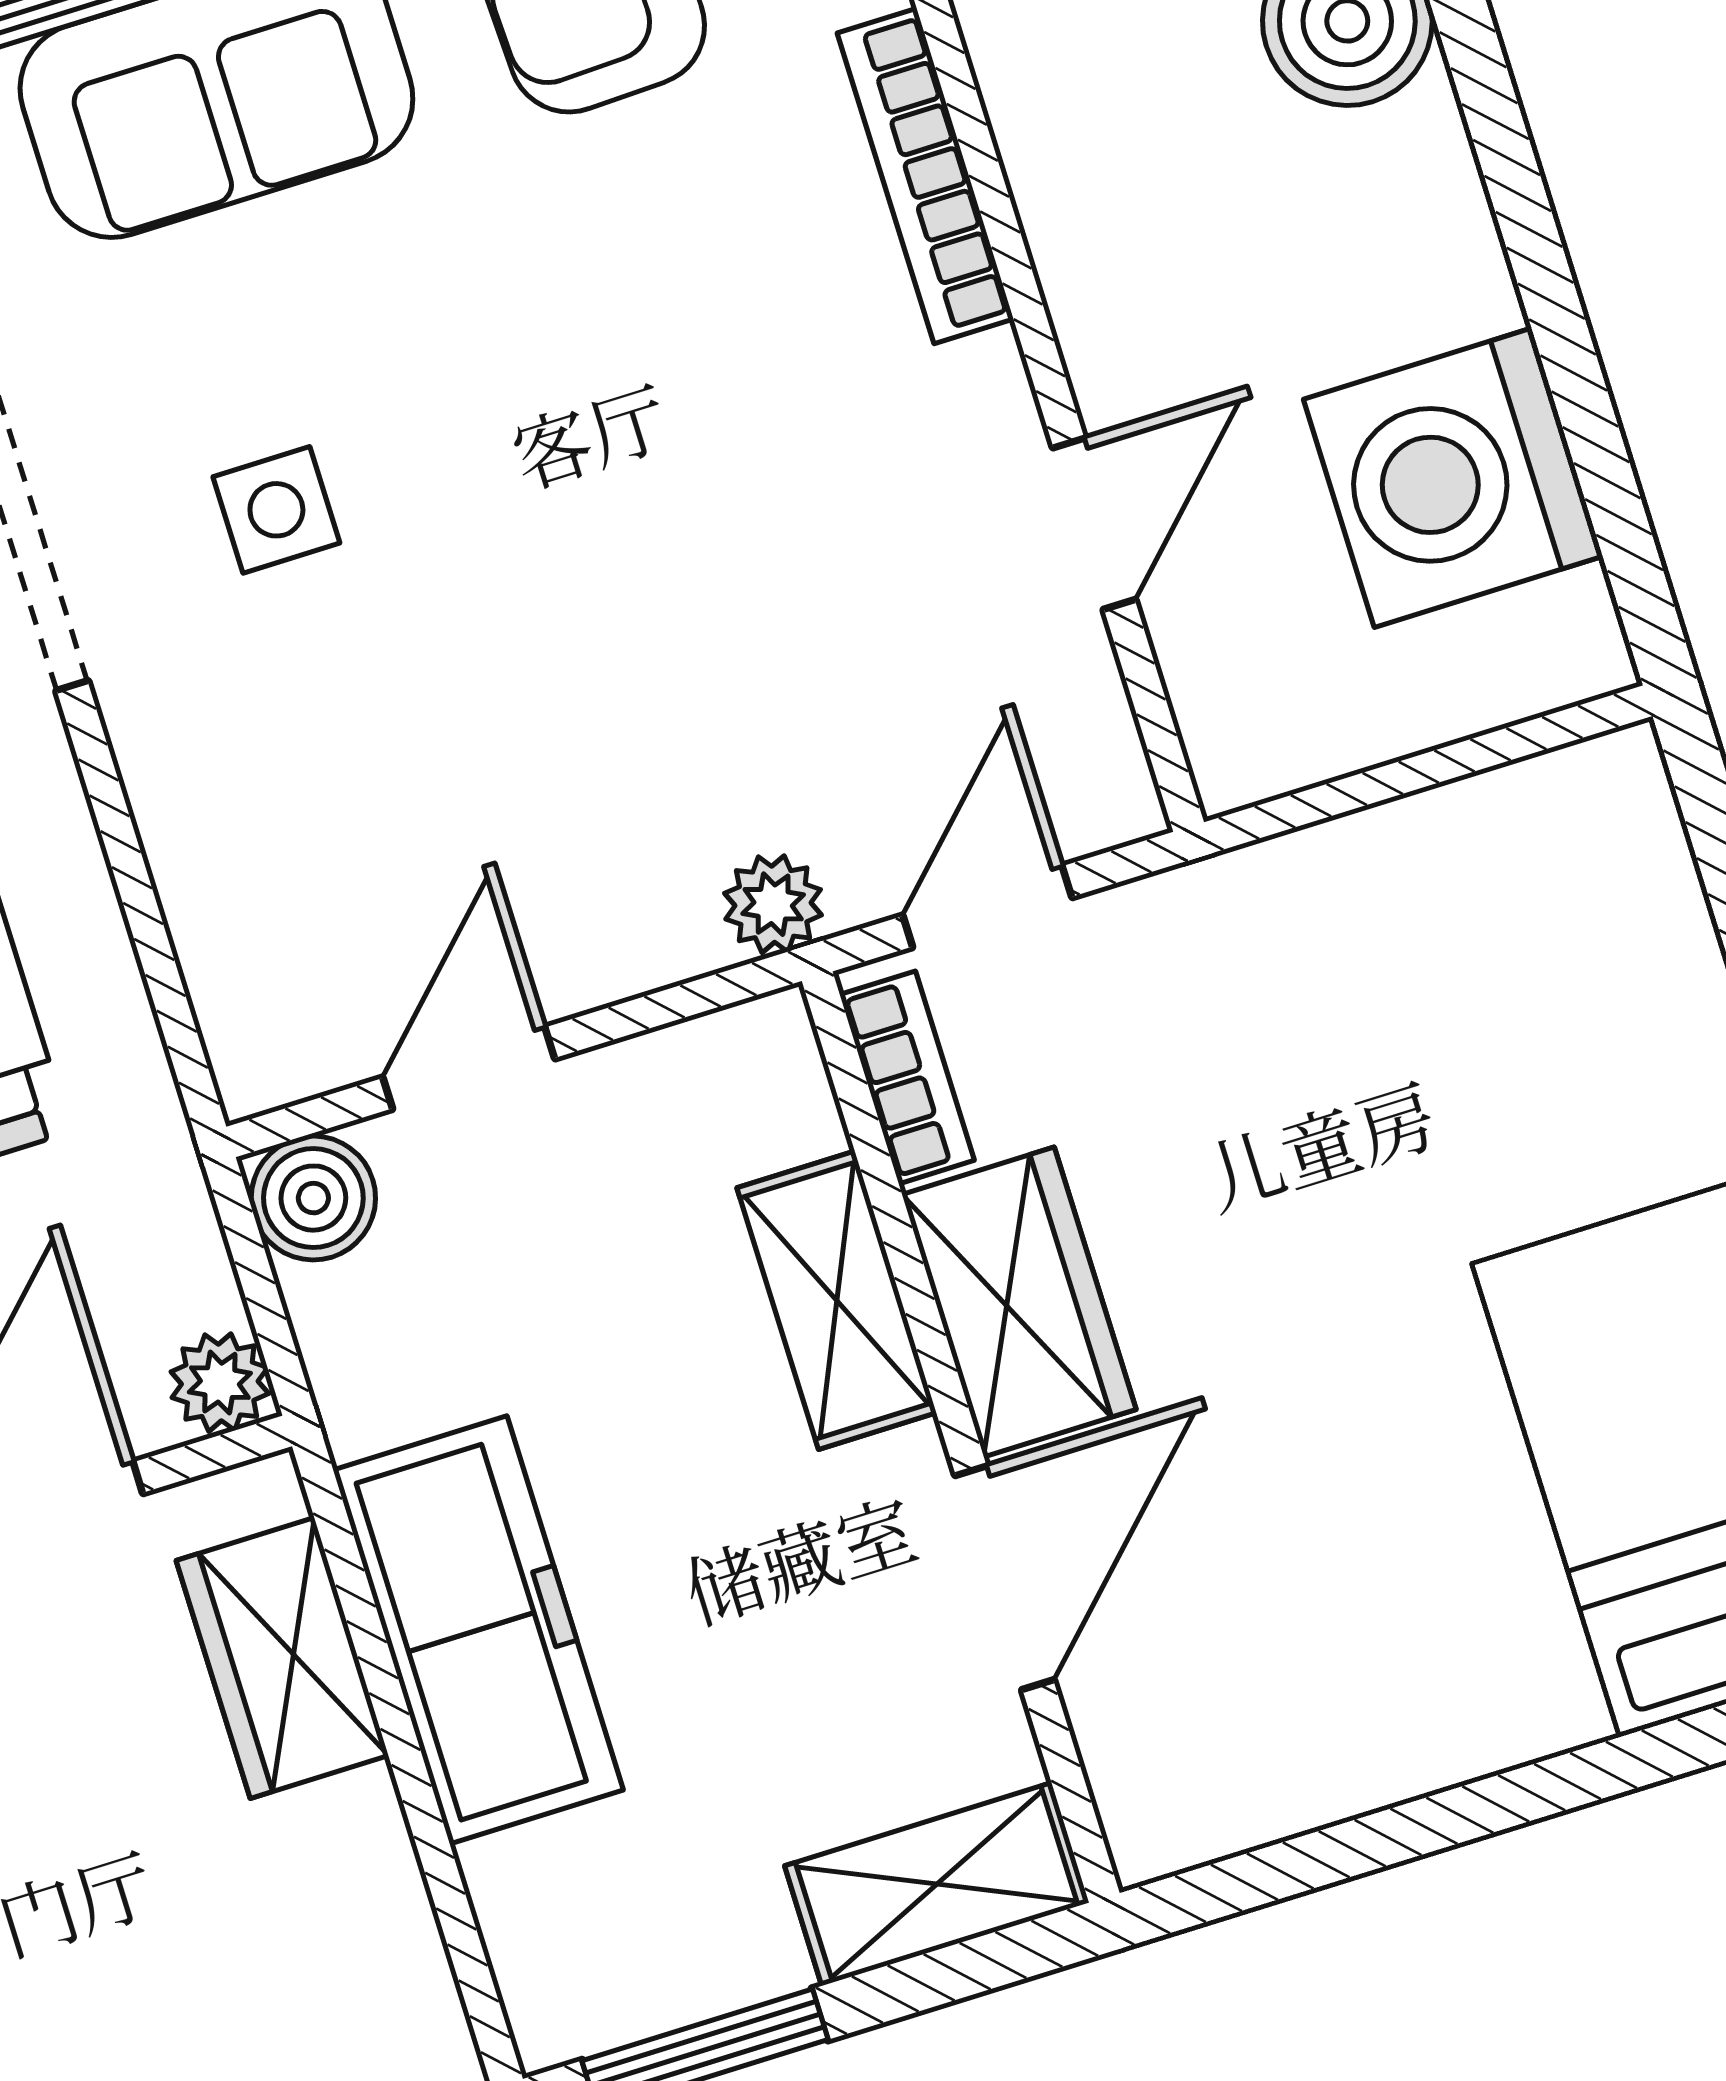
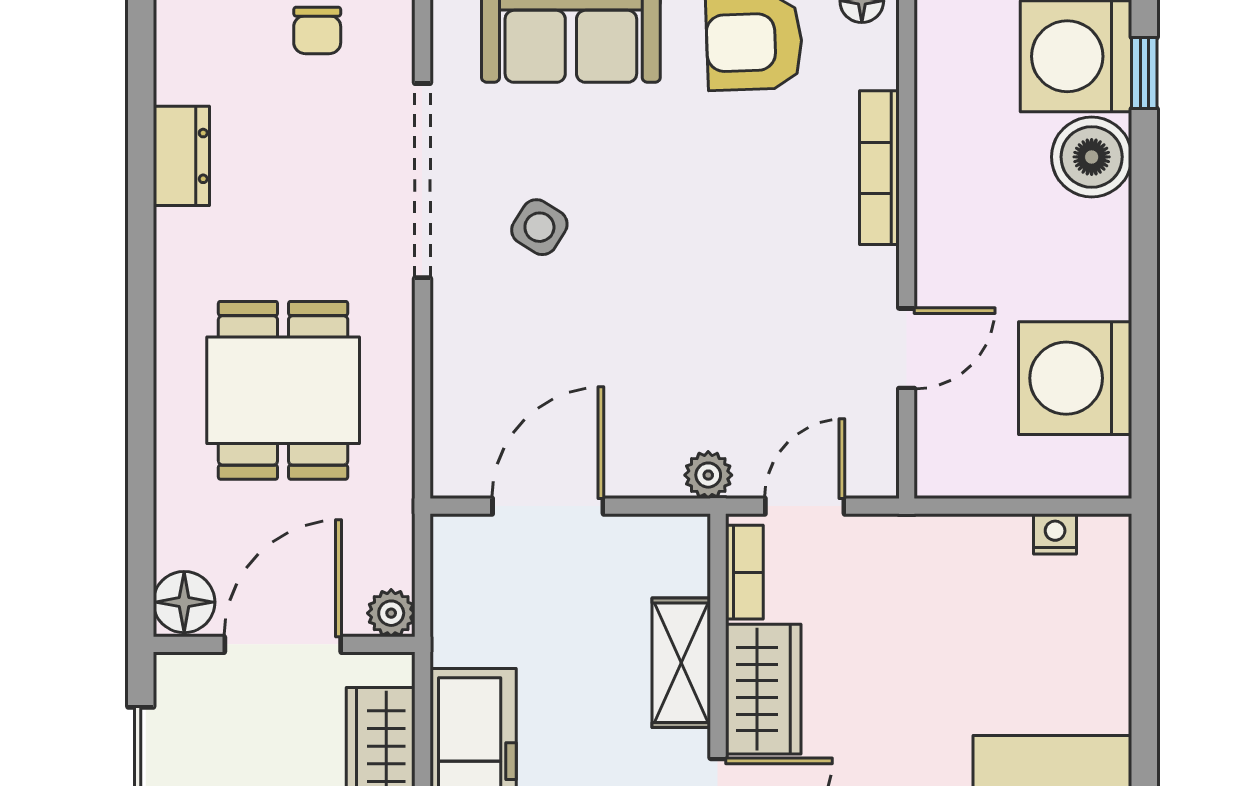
side table: (276, 510) -> (539, 227), turned 32
nightstand: (1511, 805) -> (1055, 534), added
door: (469, 1068) -> (548, 506), width x1.38
boiler: (313, 1198) -> (459, 543), removed

